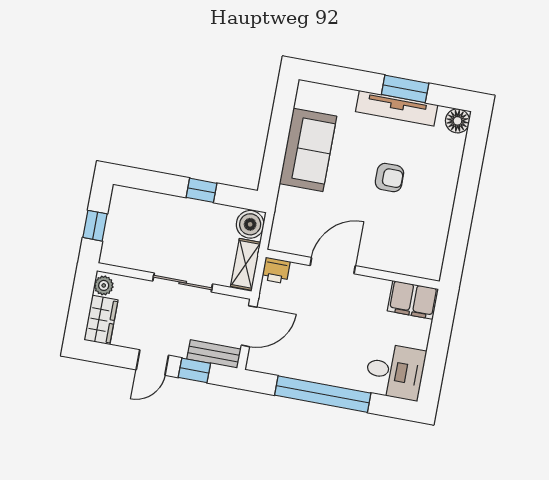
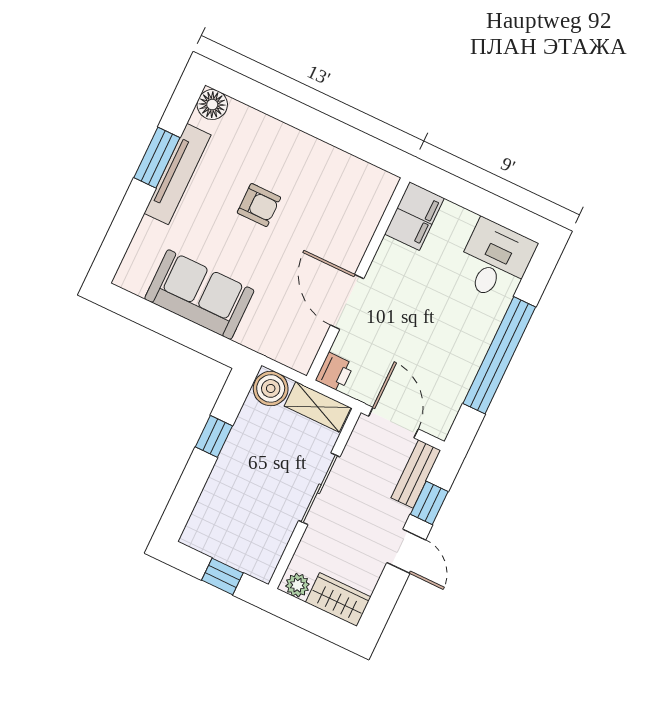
armchair: (389, 178) -> (259, 205), turned 90

